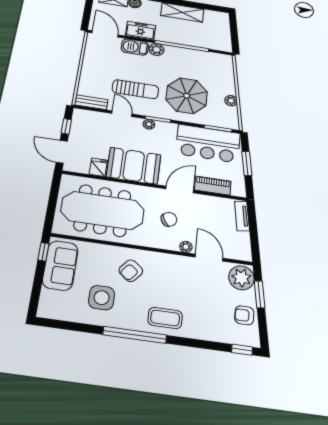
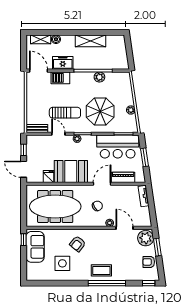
plant: (156, 49) -> (99, 77), moved
window: (135, 335) -> (107, 283), moved

